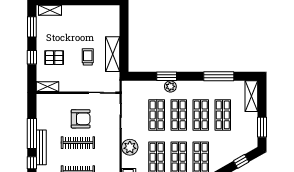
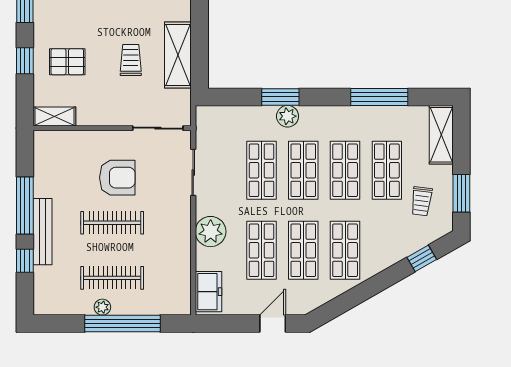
trolley: (241, 131) -> (421, 201), added

